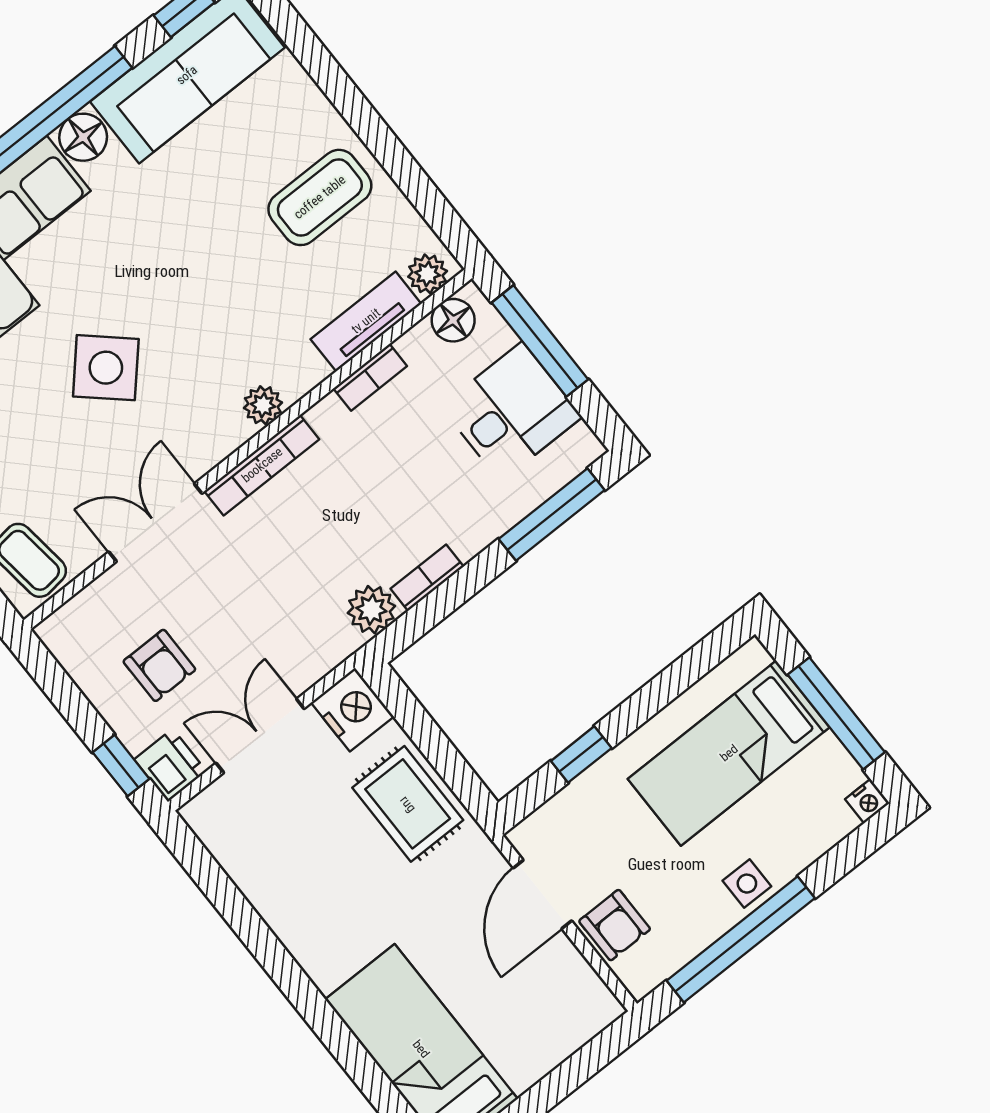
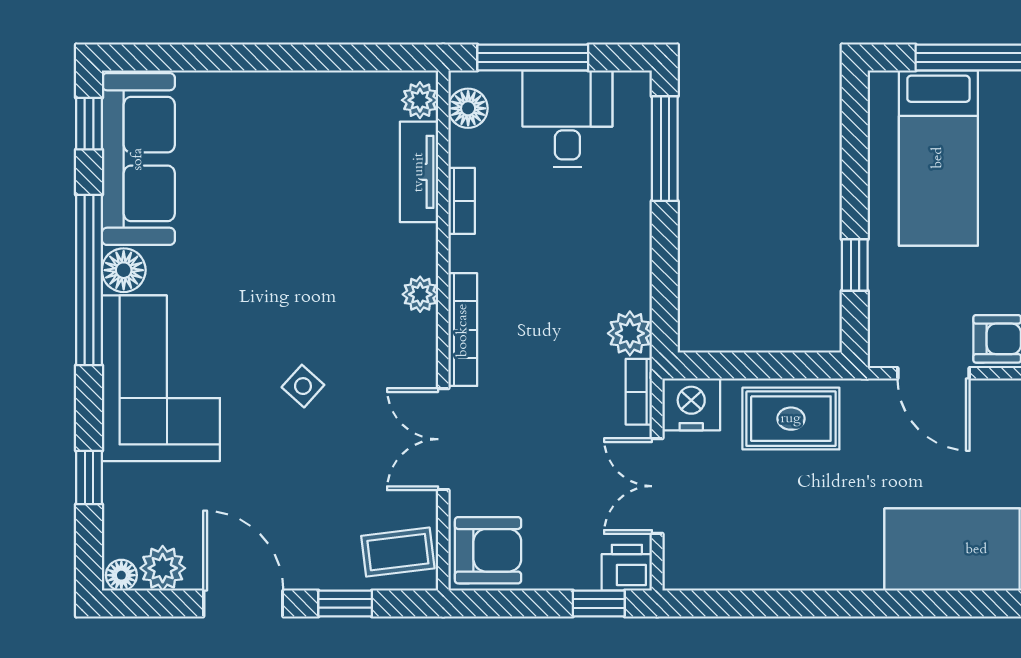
coffee table: (320, 197) -> (303, 134), removed
side table: (106, 368) -> (303, 386), width x0.54, depth x0.54
bookcase: (427, 578) -> (639, 392), moved
armchair: (159, 665) -> (488, 550), moved, width x1.38, depth x1.38

